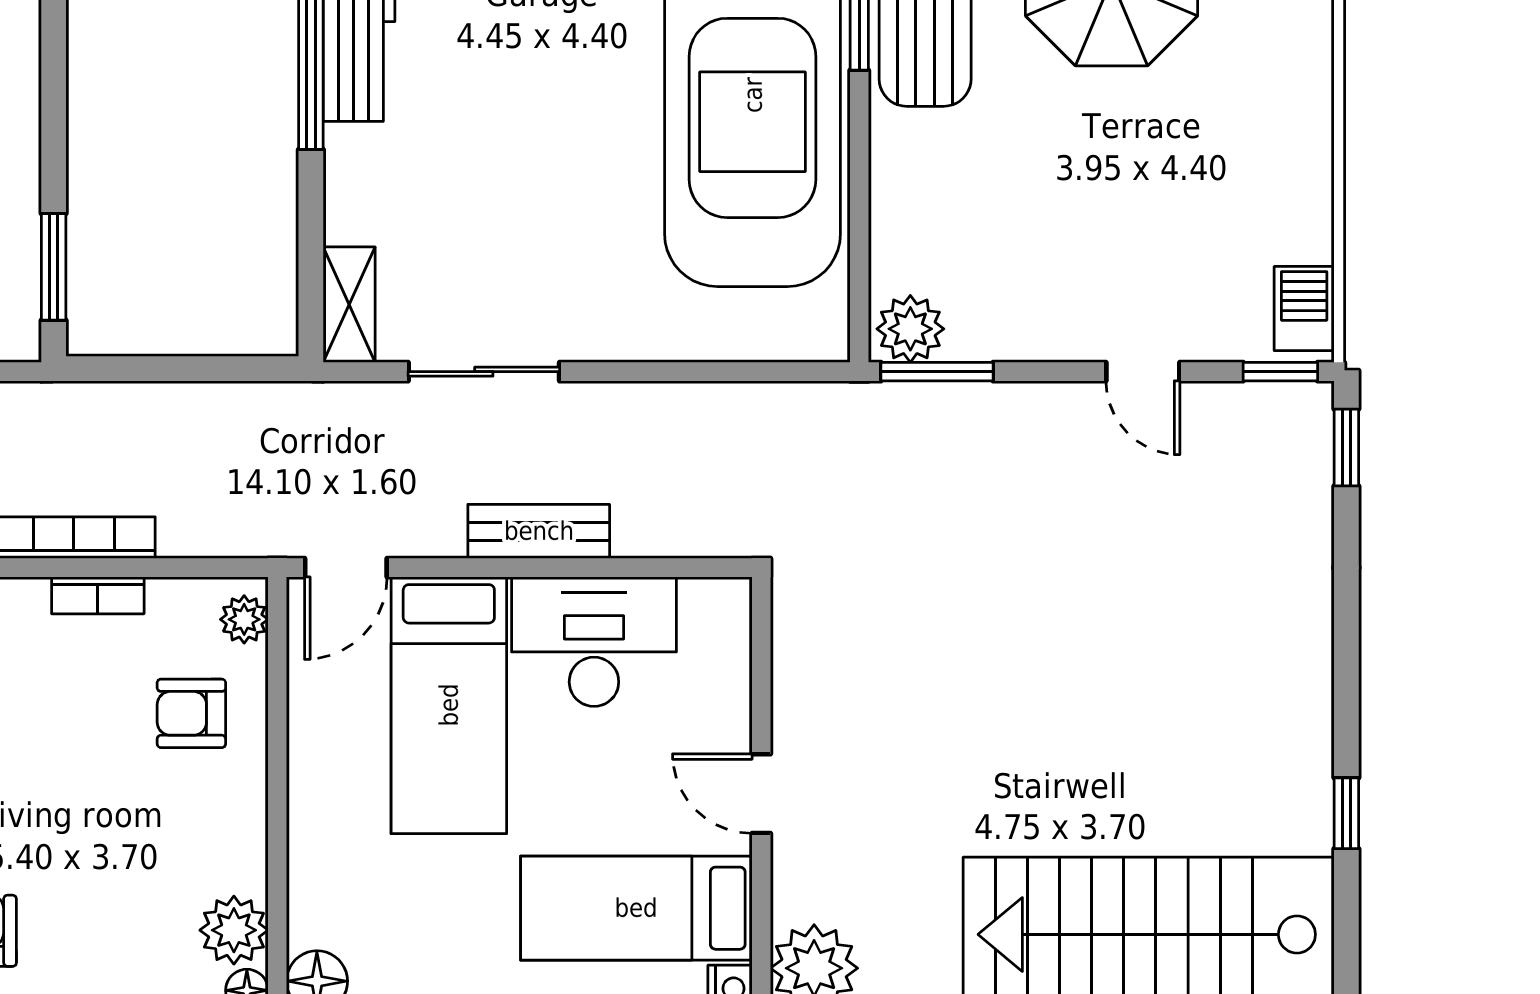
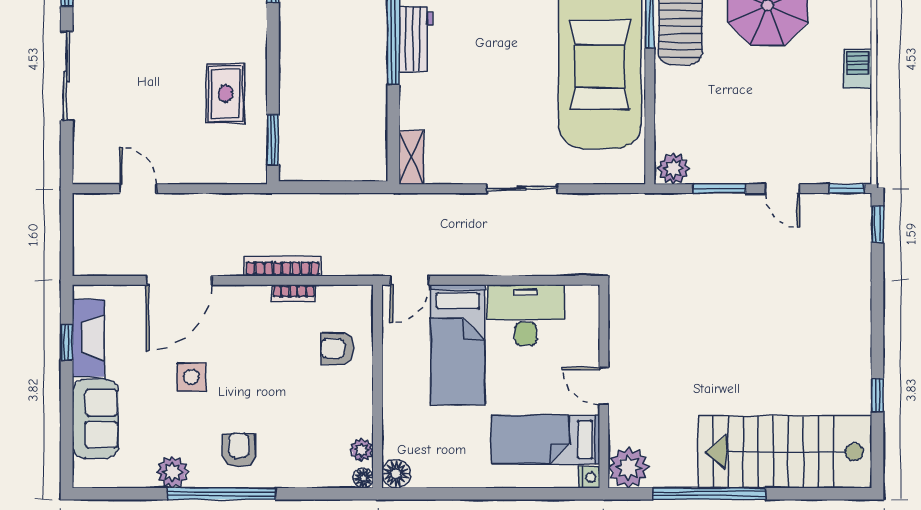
barbecue: (1304, 309) -> (858, 69), moved
sliding door: (484, 372) -> (522, 189), moved
window: (937, 372) -> (719, 189), moved
bench: (539, 531) -> (500, 263), removed
plant: (244, 619) -> (362, 305), removed
plant: (234, 930) -> (362, 450), width x0.73, depth x0.73

